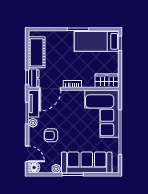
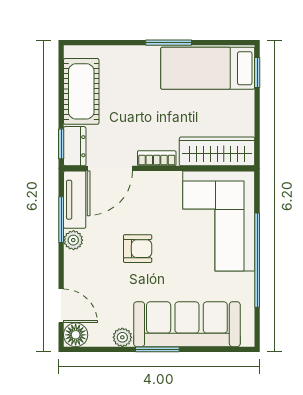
wardrobe: (107, 81) -> (217, 151), width x1.50
armchair: (51, 135) -> (138, 249), moved, turned 180

